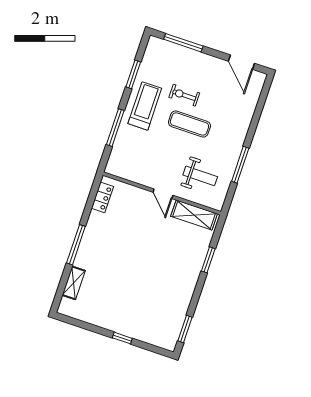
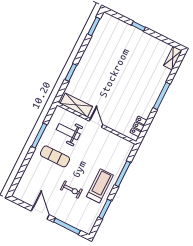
door: (241, 62) -> (40, 213), moved
treadmill: (145, 106) -> (100, 186), turned 180
exercise mat: (189, 124) -> (55, 156), moved
shelving: (74, 283) -> (173, 58), moved

